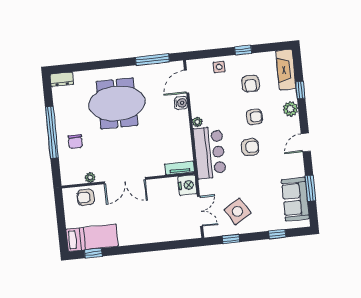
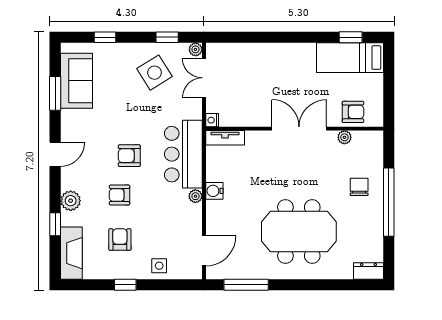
water cooler: (181, 103) -> (214, 191), moved
nightstand: (187, 185) -> (212, 120), width x0.53, depth x0.56
plant: (209, 232) -> (196, 49), added

